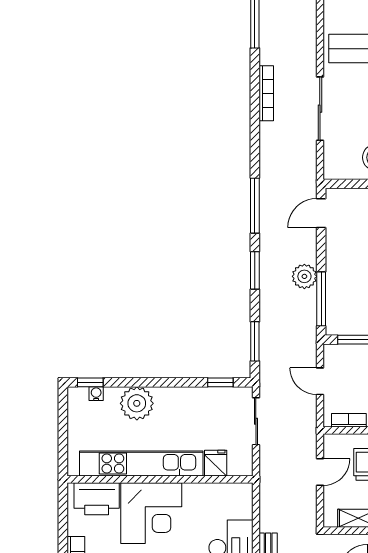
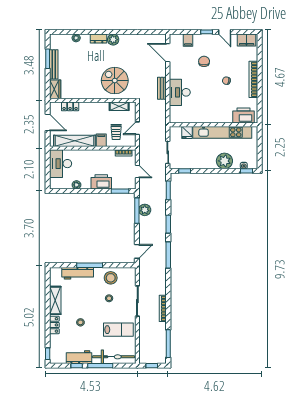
plant: (304, 276) -> (145, 210), moved
corner desk: (151, 513) -> (218, 109), removed

